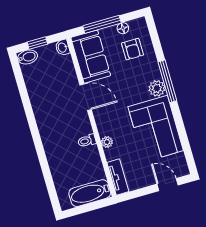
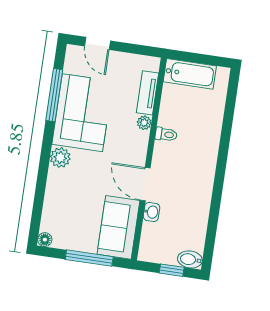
floor lamp: (123, 28) -> (45, 240), moved
washbasin: (63, 47) -> (152, 212), moved
armchair: (132, 49) -> (68, 214), removed
window: (167, 81) -> (54, 95), moved
tv unit: (118, 177) -> (148, 93), moved

